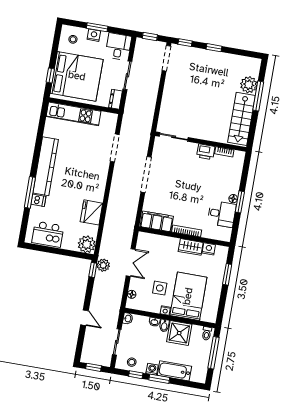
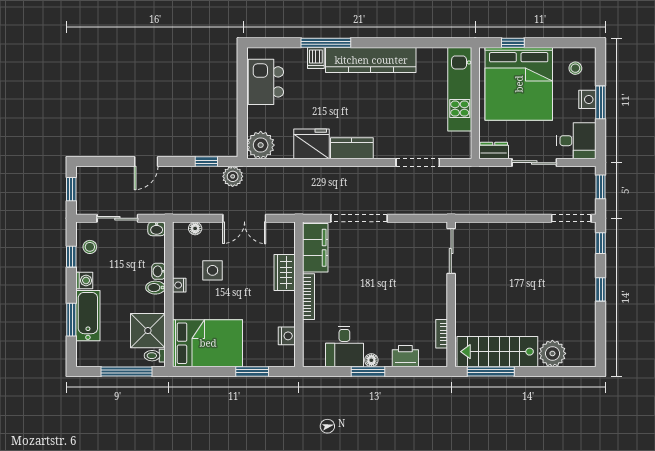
window: (258, 96) -> (491, 371), moved
printer: (206, 152) -> (405, 356), moved, turned 90
doorway: (146, 174) -> (359, 218), moved
kitchen counter: (99, 188) -> (352, 148), added
wardrobe: (191, 247) -> (285, 273), moved
window: (93, 270) -> (206, 162), moved
bed: (188, 296) -> (208, 343), moved
shower: (179, 333) -> (148, 331), moved
window: (159, 379) -> (71, 320), moved

